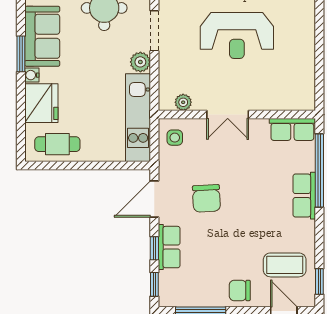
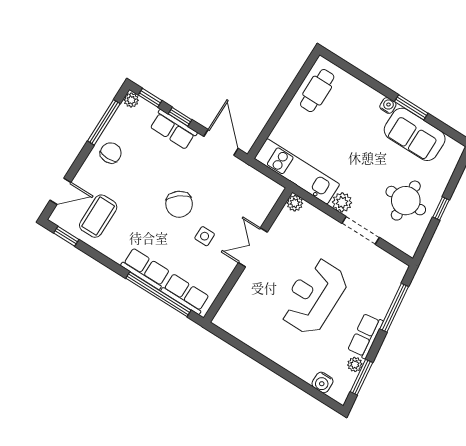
plant: (183, 102) -> (295, 203), moved
fridge: (41, 103) -> (360, 99), removed
row of seats: (292, 129) -> (185, 294), moved, turned 90
side table: (175, 138) -> (205, 236), moved
chair: (206, 198) -> (179, 204), moved, turned -125
chair: (240, 290) -> (111, 153), moved
plant: (167, 299) -> (131, 100), added

